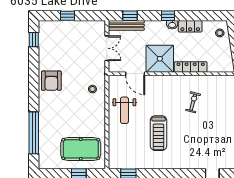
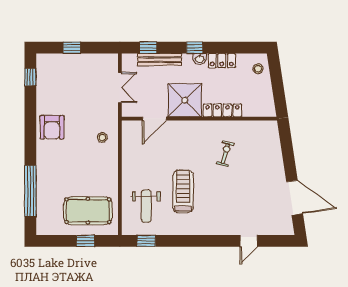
bench: (126, 25) -> (160, 60), moved
door: (135, 74) -> (154, 119), hinge flipped
weight bench: (124, 110) -> (146, 206), moved
treadmill: (159, 133) -> (183, 191), turned 180

